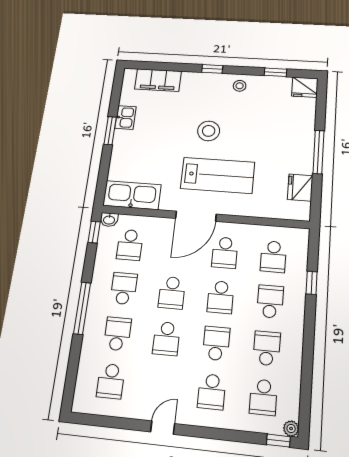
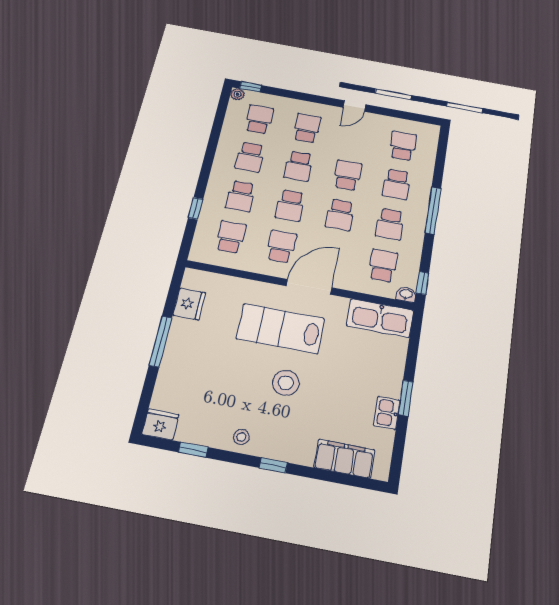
school desk: (172, 293) -> (340, 215), turned 180
school desk: (221, 297) -> (290, 205), turned 180

